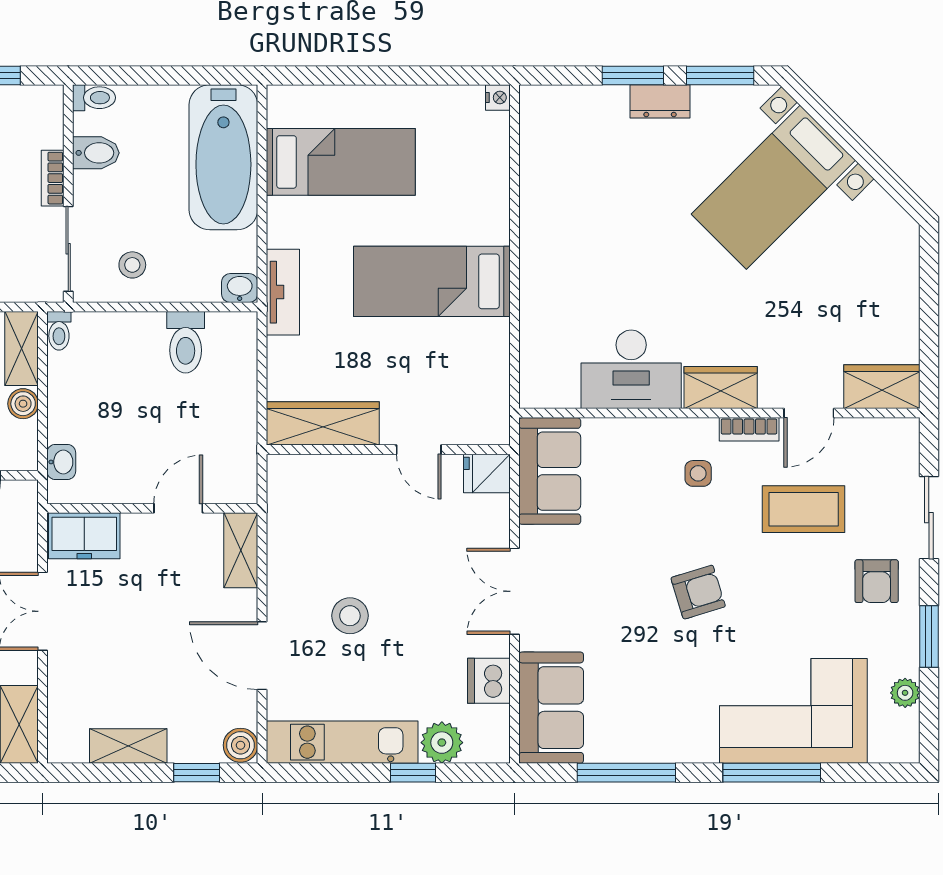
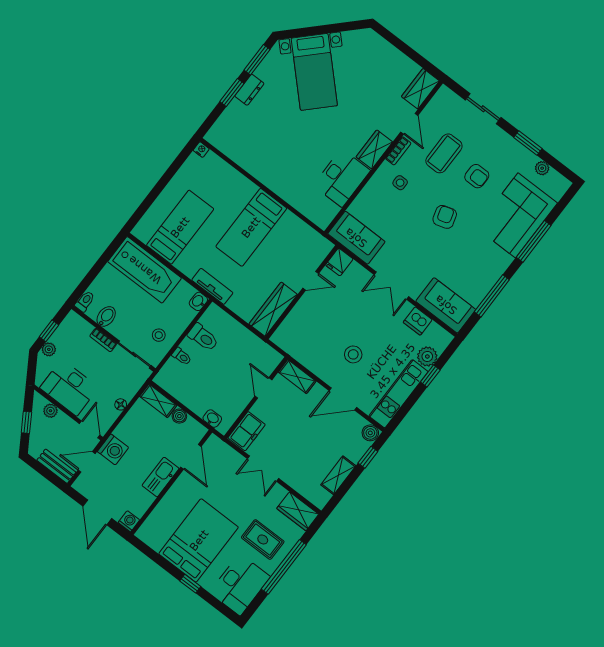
toilet: (59, 331) -> (182, 356), moved
armchair: (877, 581) -> (477, 176), moved

